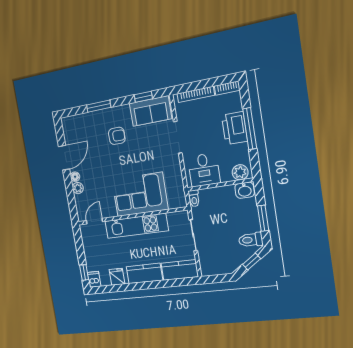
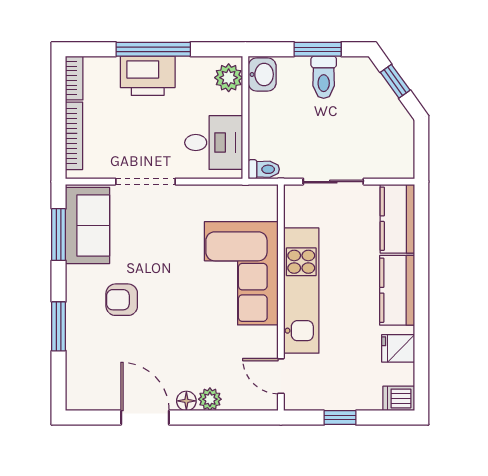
window: (143, 97) -> (59, 235), width x1.50
armchair: (117, 136) -> (122, 300), turned -90
toilet: (251, 240) -> (324, 77), moved
window: (84, 272) -> (340, 418), moved

